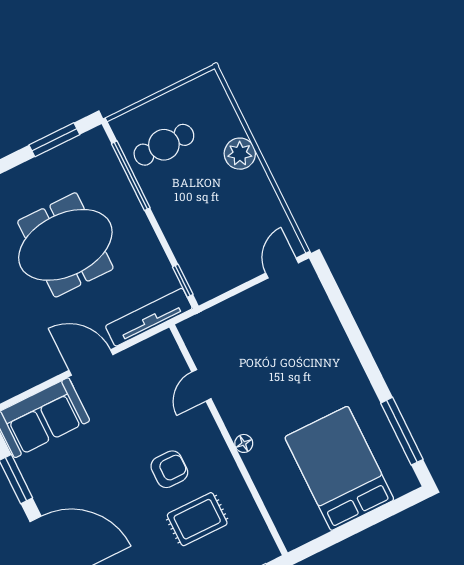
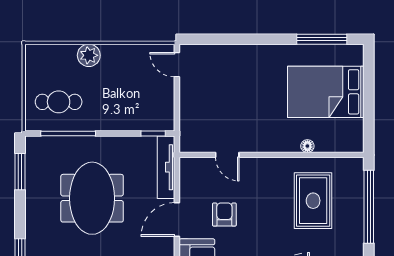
cafe table: (164, 145) -> (59, 102), turned 90
floor lamp: (244, 443) -> (307, 146), moved
armchair: (169, 469) -> (224, 214), moved
rug: (197, 519) -> (313, 201), width x1.36, depth x1.43

